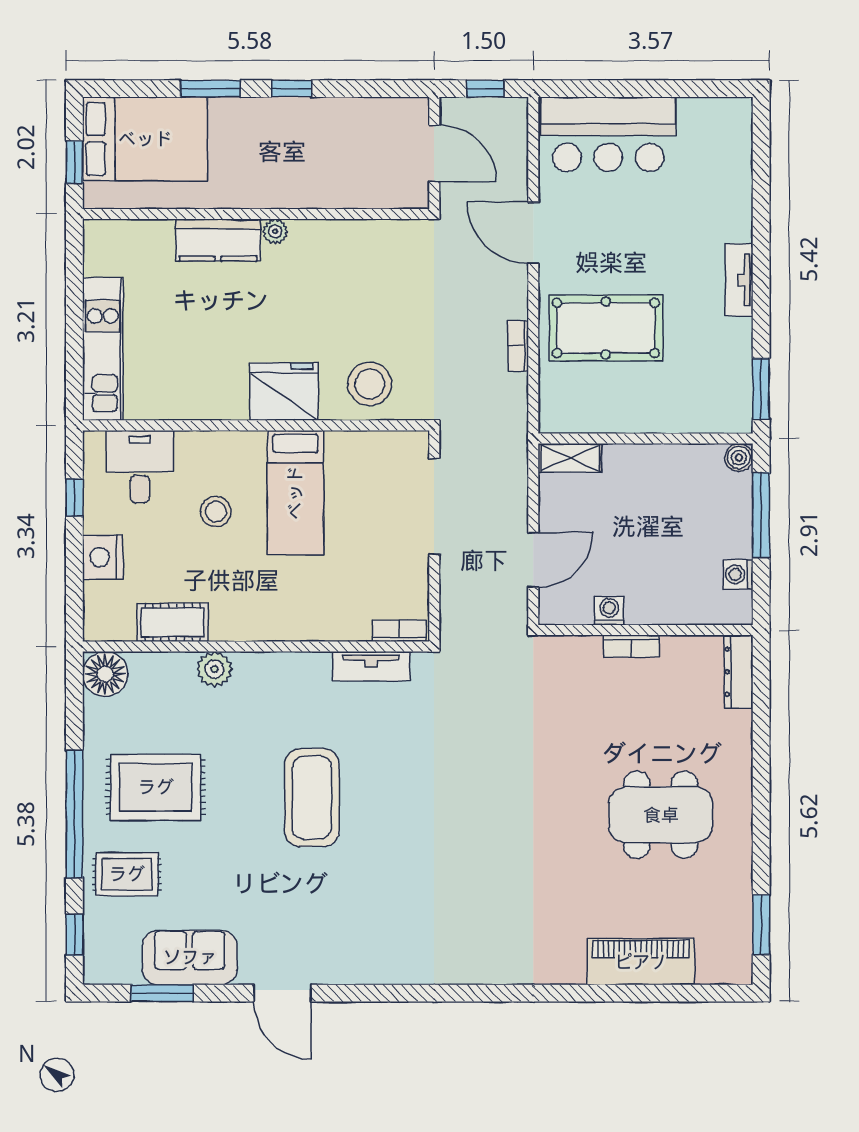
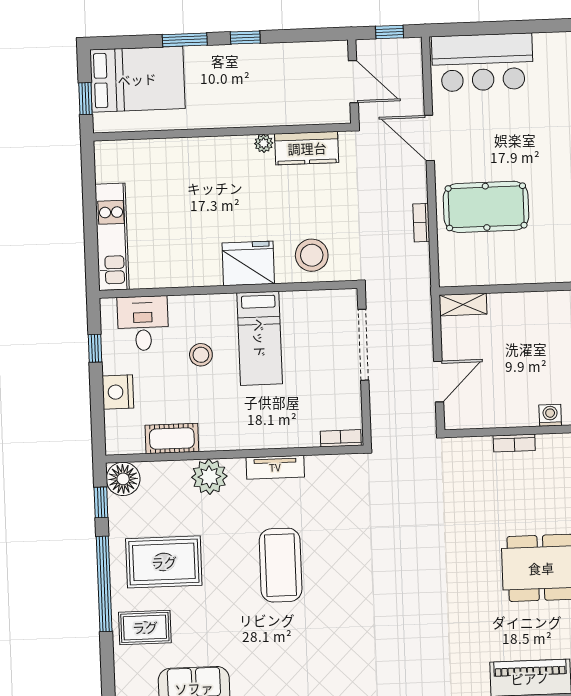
plant: (275, 231) -> (264, 143), moved
kitchen counter: (218, 240) -> (307, 148), moved
washing machine: (609, 611) -> (550, 415), moved
tv unit: (371, 666) -> (275, 467), moved
plant: (214, 669) -> (209, 477), width x1.36, depth x1.36
window: (74, 935) -> (101, 502), moved

